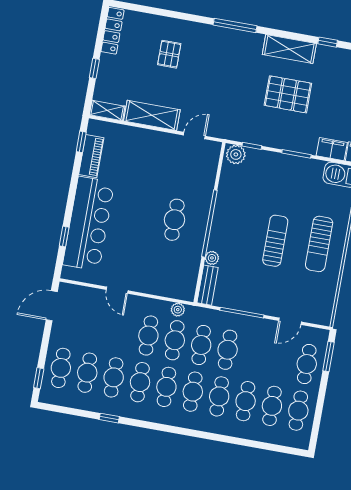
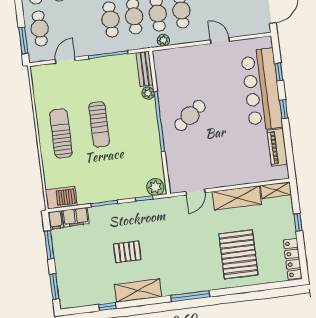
pallet: (169, 54) -> (238, 254), width x2.05, depth x2.00
pallet: (288, 94) -> (127, 252), width x0.67, depth x0.71
window: (81, 142) -> (284, 109), moved
cafe table: (175, 220) -> (190, 115), turned 52

